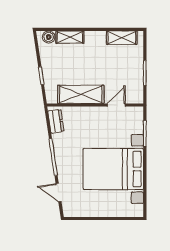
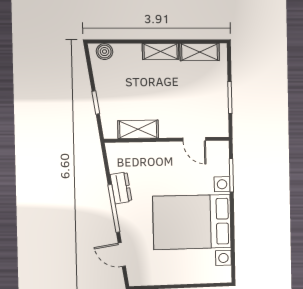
shelving: (70, 37) -> (161, 51), moved
shelving: (81, 94) -> (138, 129), width x0.67, depth x0.75
door: (116, 105) -> (194, 139), swing flipped
dresser: (56, 121) -> (121, 188), moved

